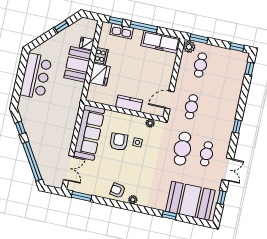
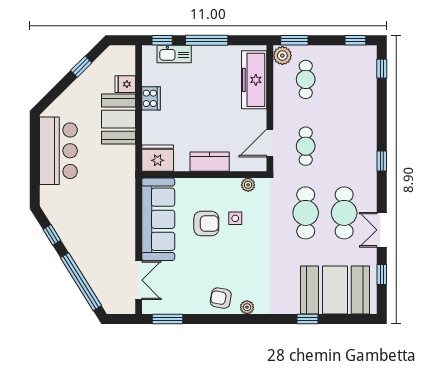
freezer: (161, 42) -> (254, 80), moved, turned 90
fridge: (100, 75) -> (158, 158), moved, turned -90
armchair: (119, 142) -> (206, 224), turned 93
cafe table: (206, 154) -> (344, 213), width x1.37, depth x1.35
double door: (228, 169) -> (382, 230), swing flipped

